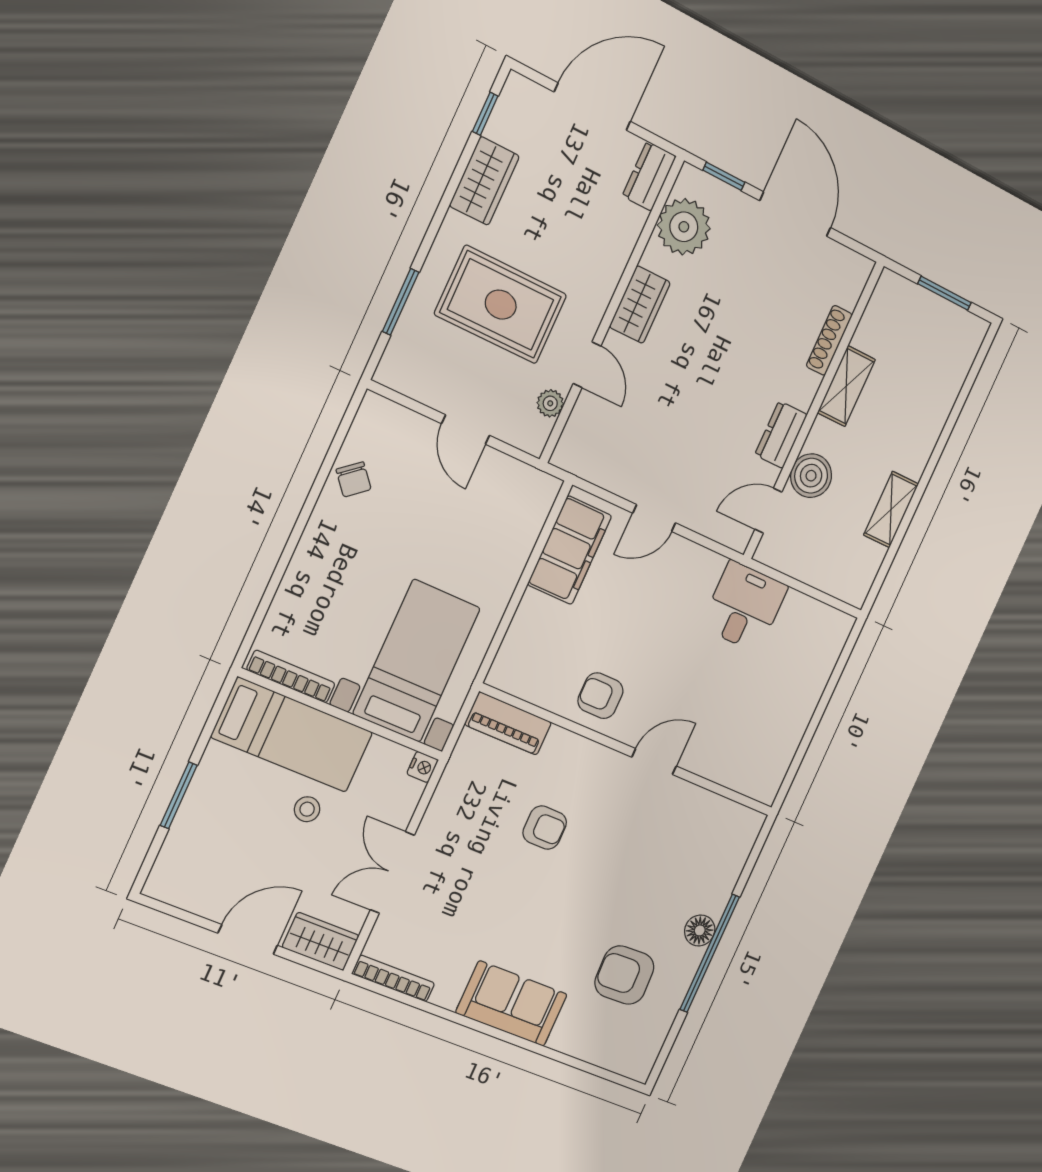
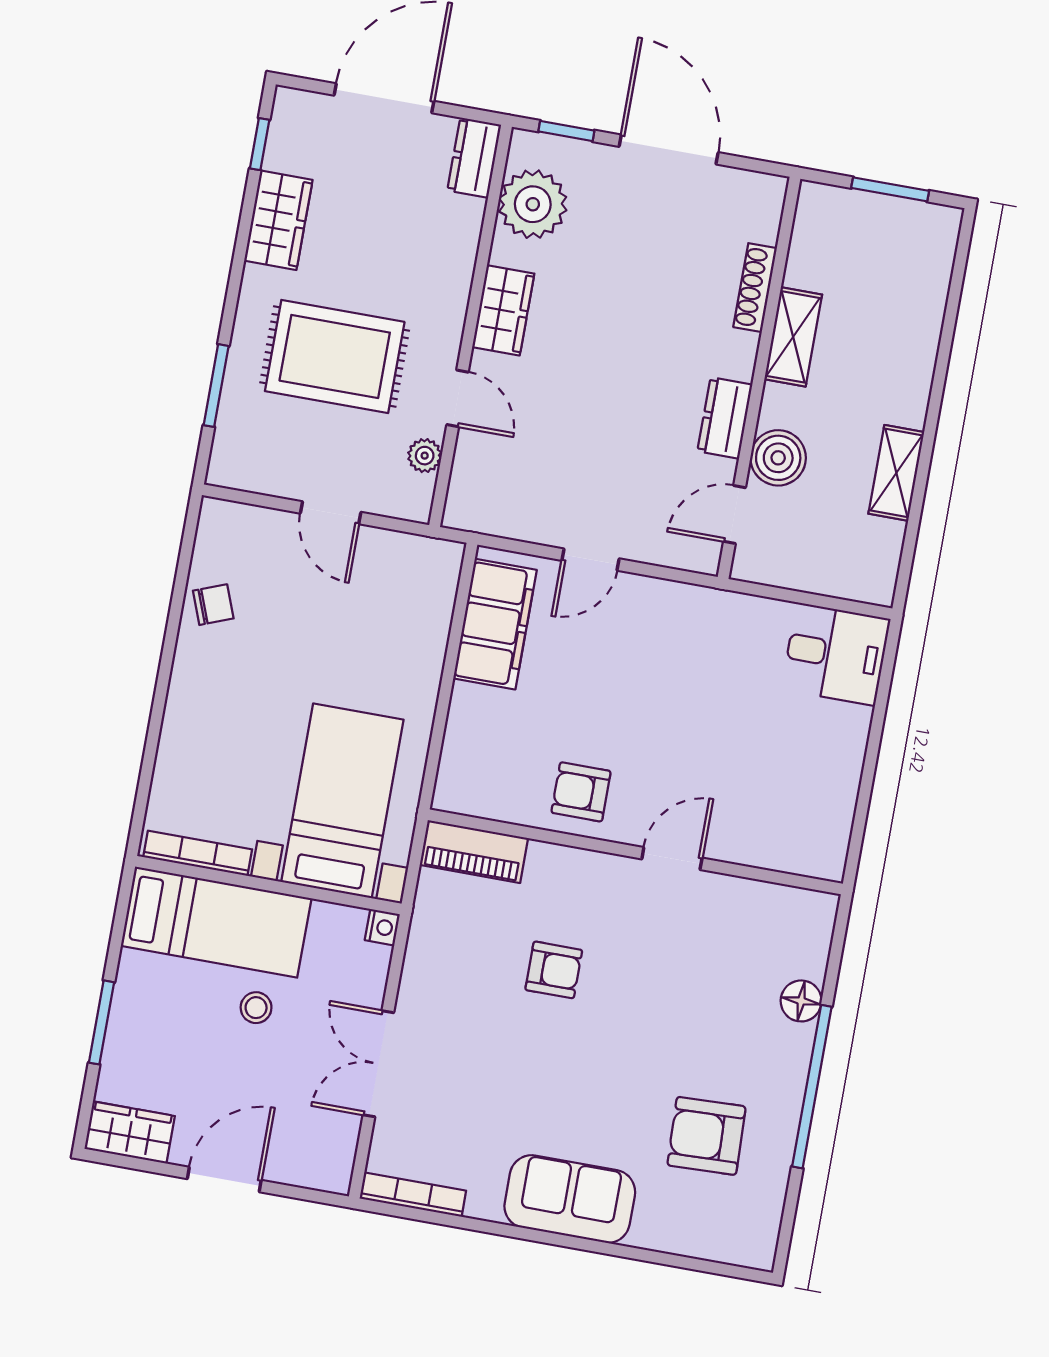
chair: (354, 479) -> (213, 605), turned -71
desk: (744, 606) -> (836, 654), moved, turned 90
floor lamp: (700, 930) -> (801, 1001), moved
wardrobe: (321, 941) -> (130, 1132), moved

